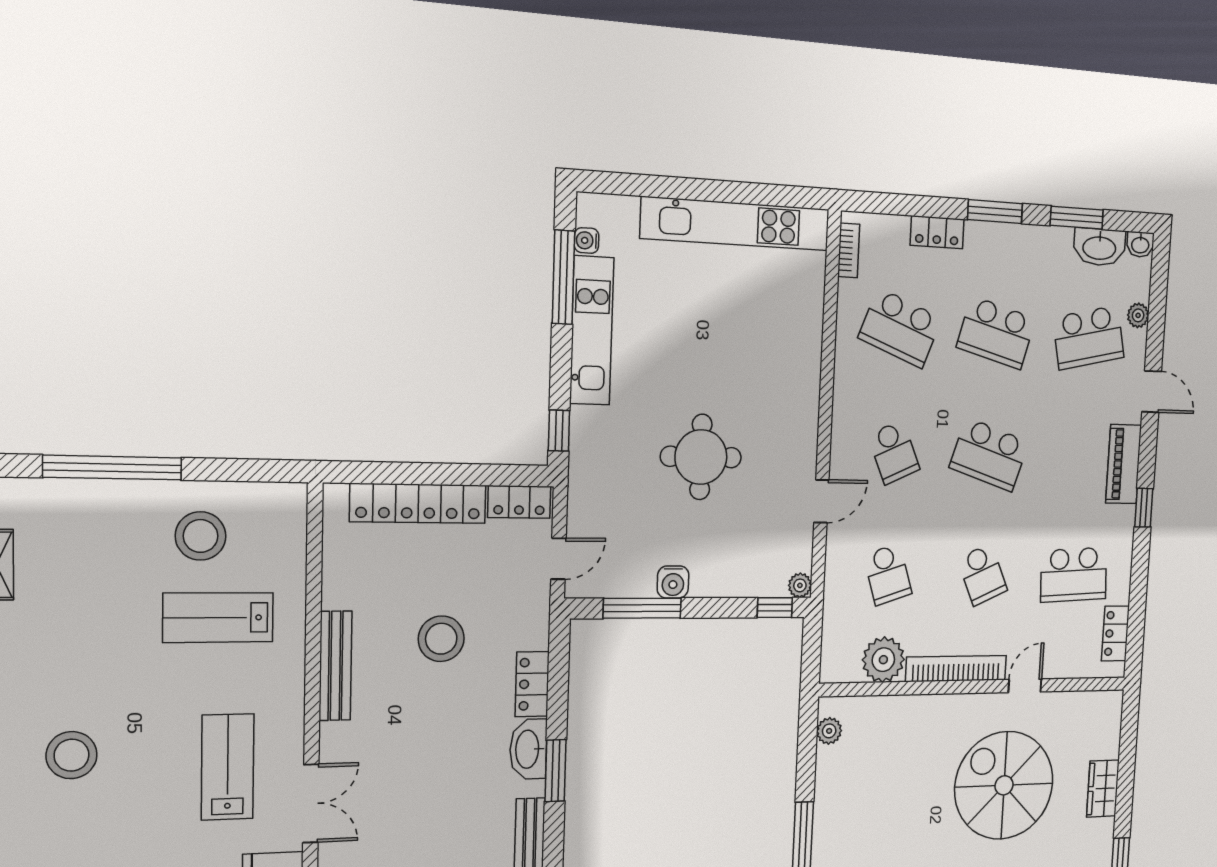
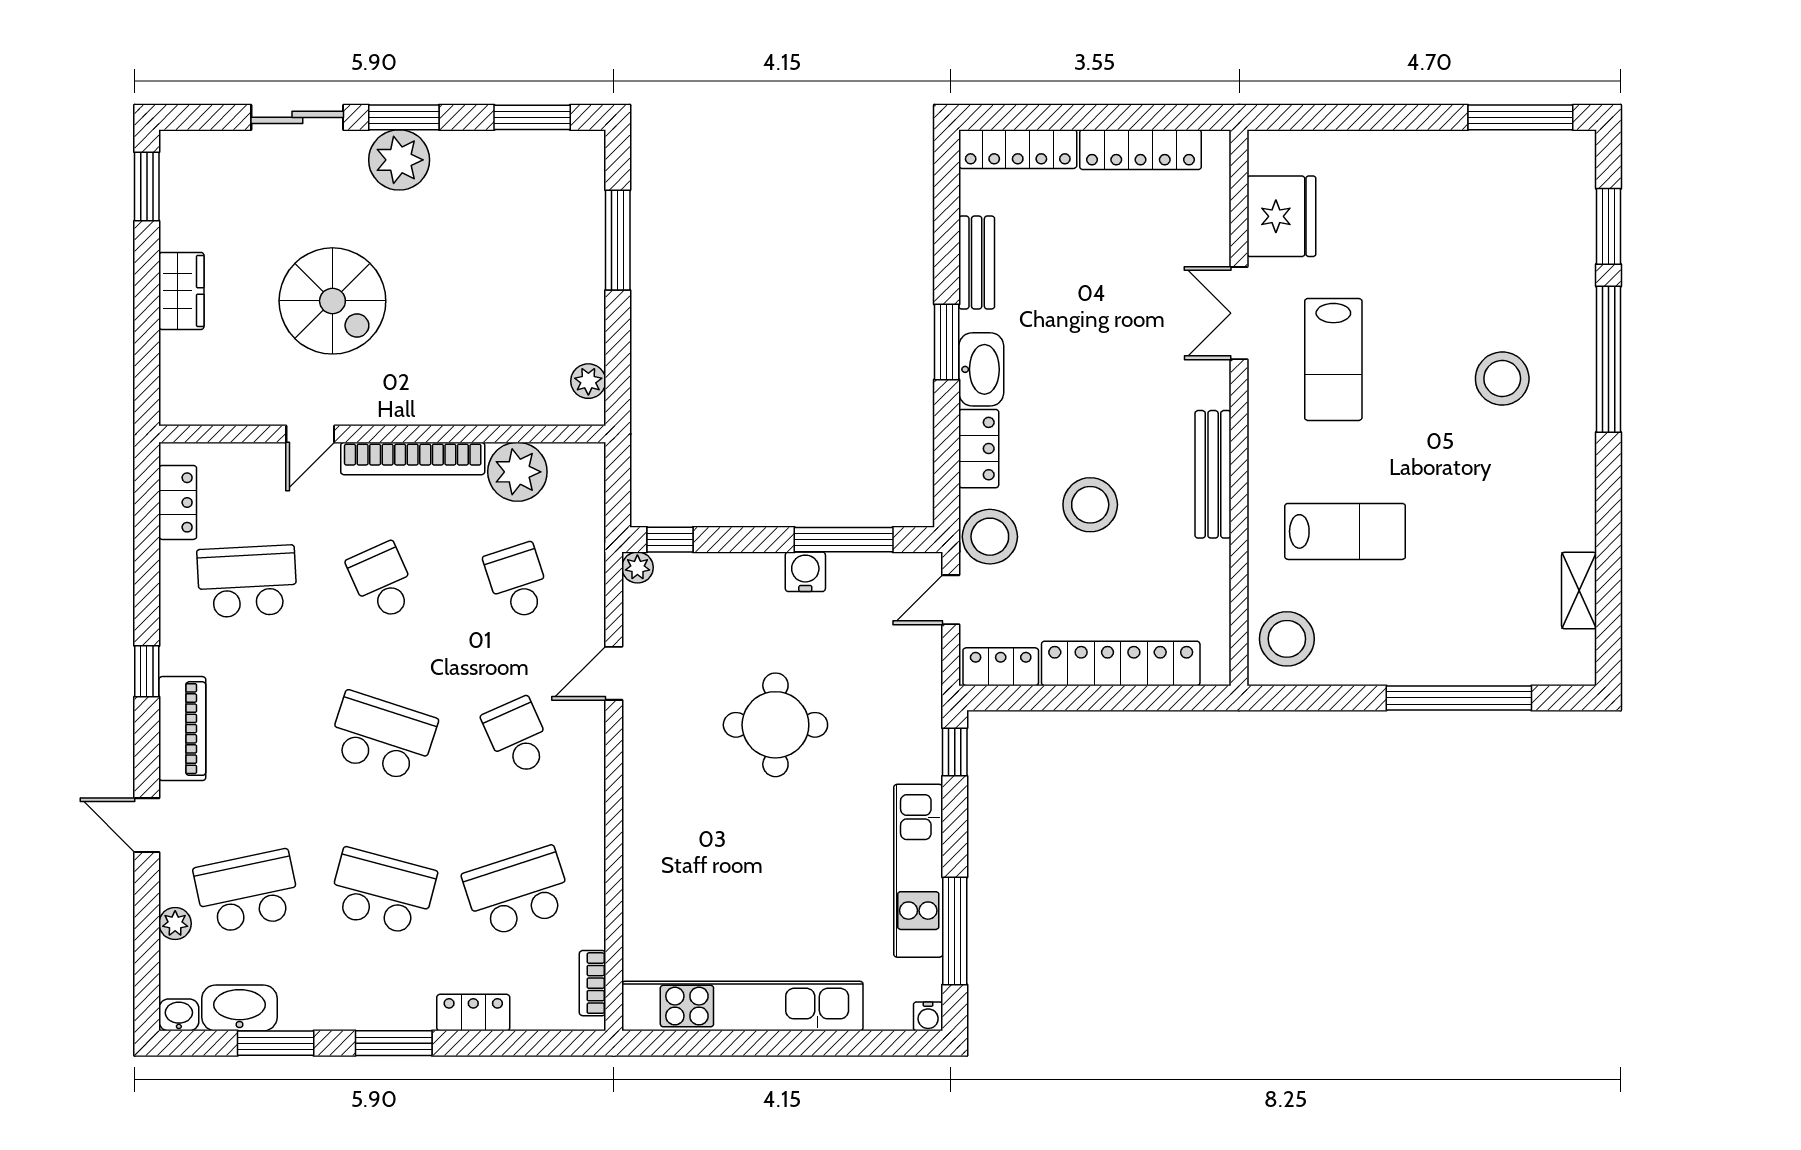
water cooler: (587, 240) -> (928, 1016), moved, turned 90
school desk: (900, 328) -> (517, 892), turned -39
stool: (201, 536) -> (1287, 639), moved
stool: (525, 611) -> (990, 537), added
spiral stairs: (1004, 785) -> (332, 301), width x0.73, depth x0.73

